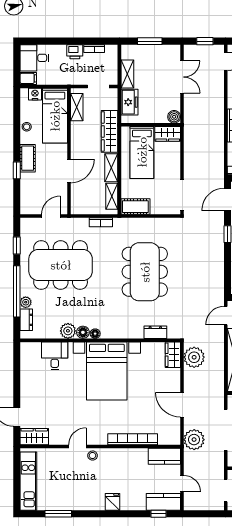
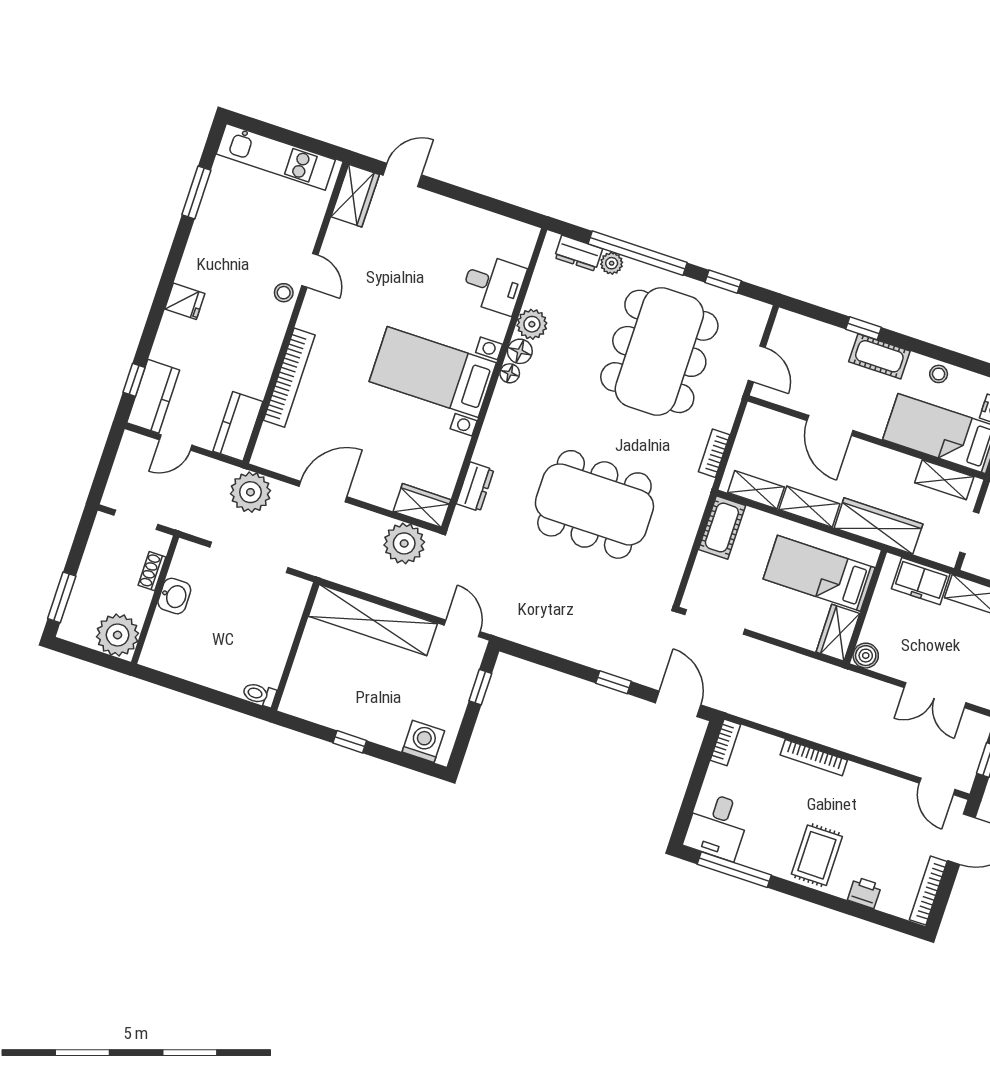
bed with nightstands: (107, 371) -> (433, 372), width x0.73

